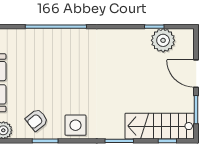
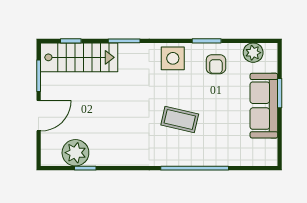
coffee table: (69, 70) -> (180, 120), added
door: (196, 74) -> (39, 116), hinge flipped
armchair: (37, 120) -> (216, 64), turned 129

